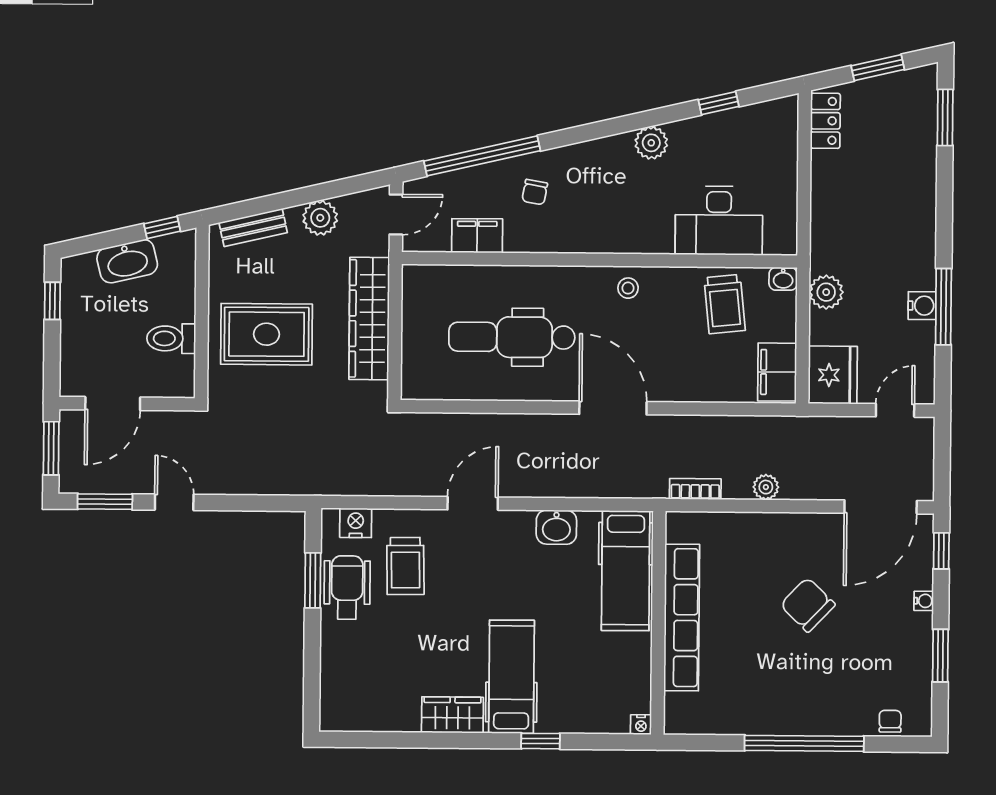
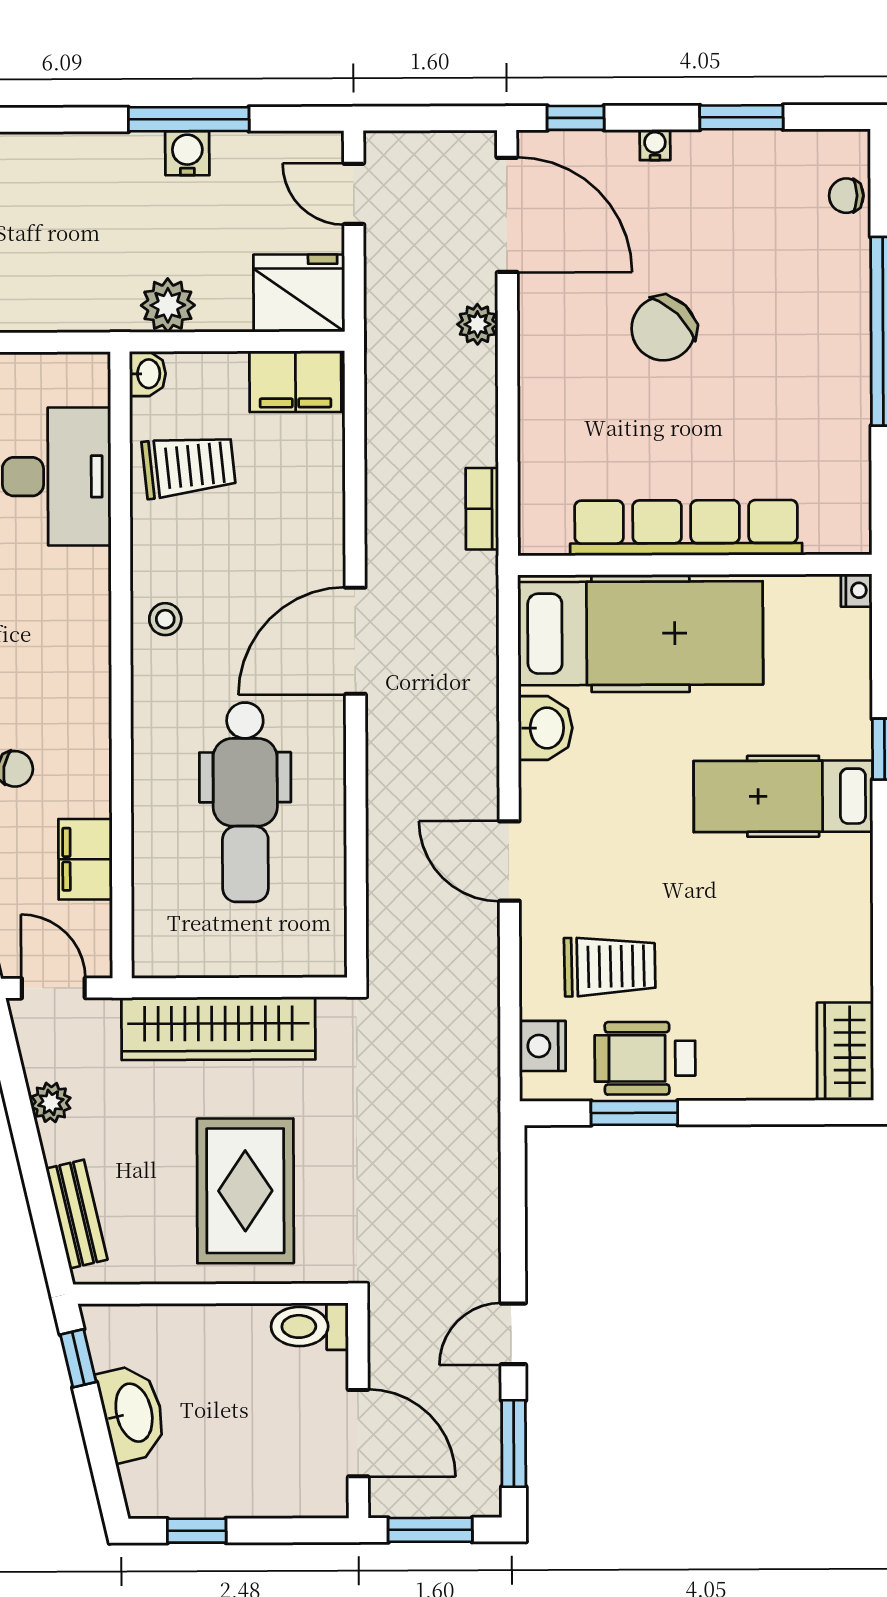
plant: (320, 218) -> (51, 1102), width x0.73, depth x0.73
toilet: (171, 338) -> (310, 1326), moved, turned 90
plant: (766, 487) -> (478, 324), moved
hospital bed: (626, 571) -> (640, 633), width x1.37, depth x1.29
wardrobe: (452, 715) -> (845, 1051), moved

